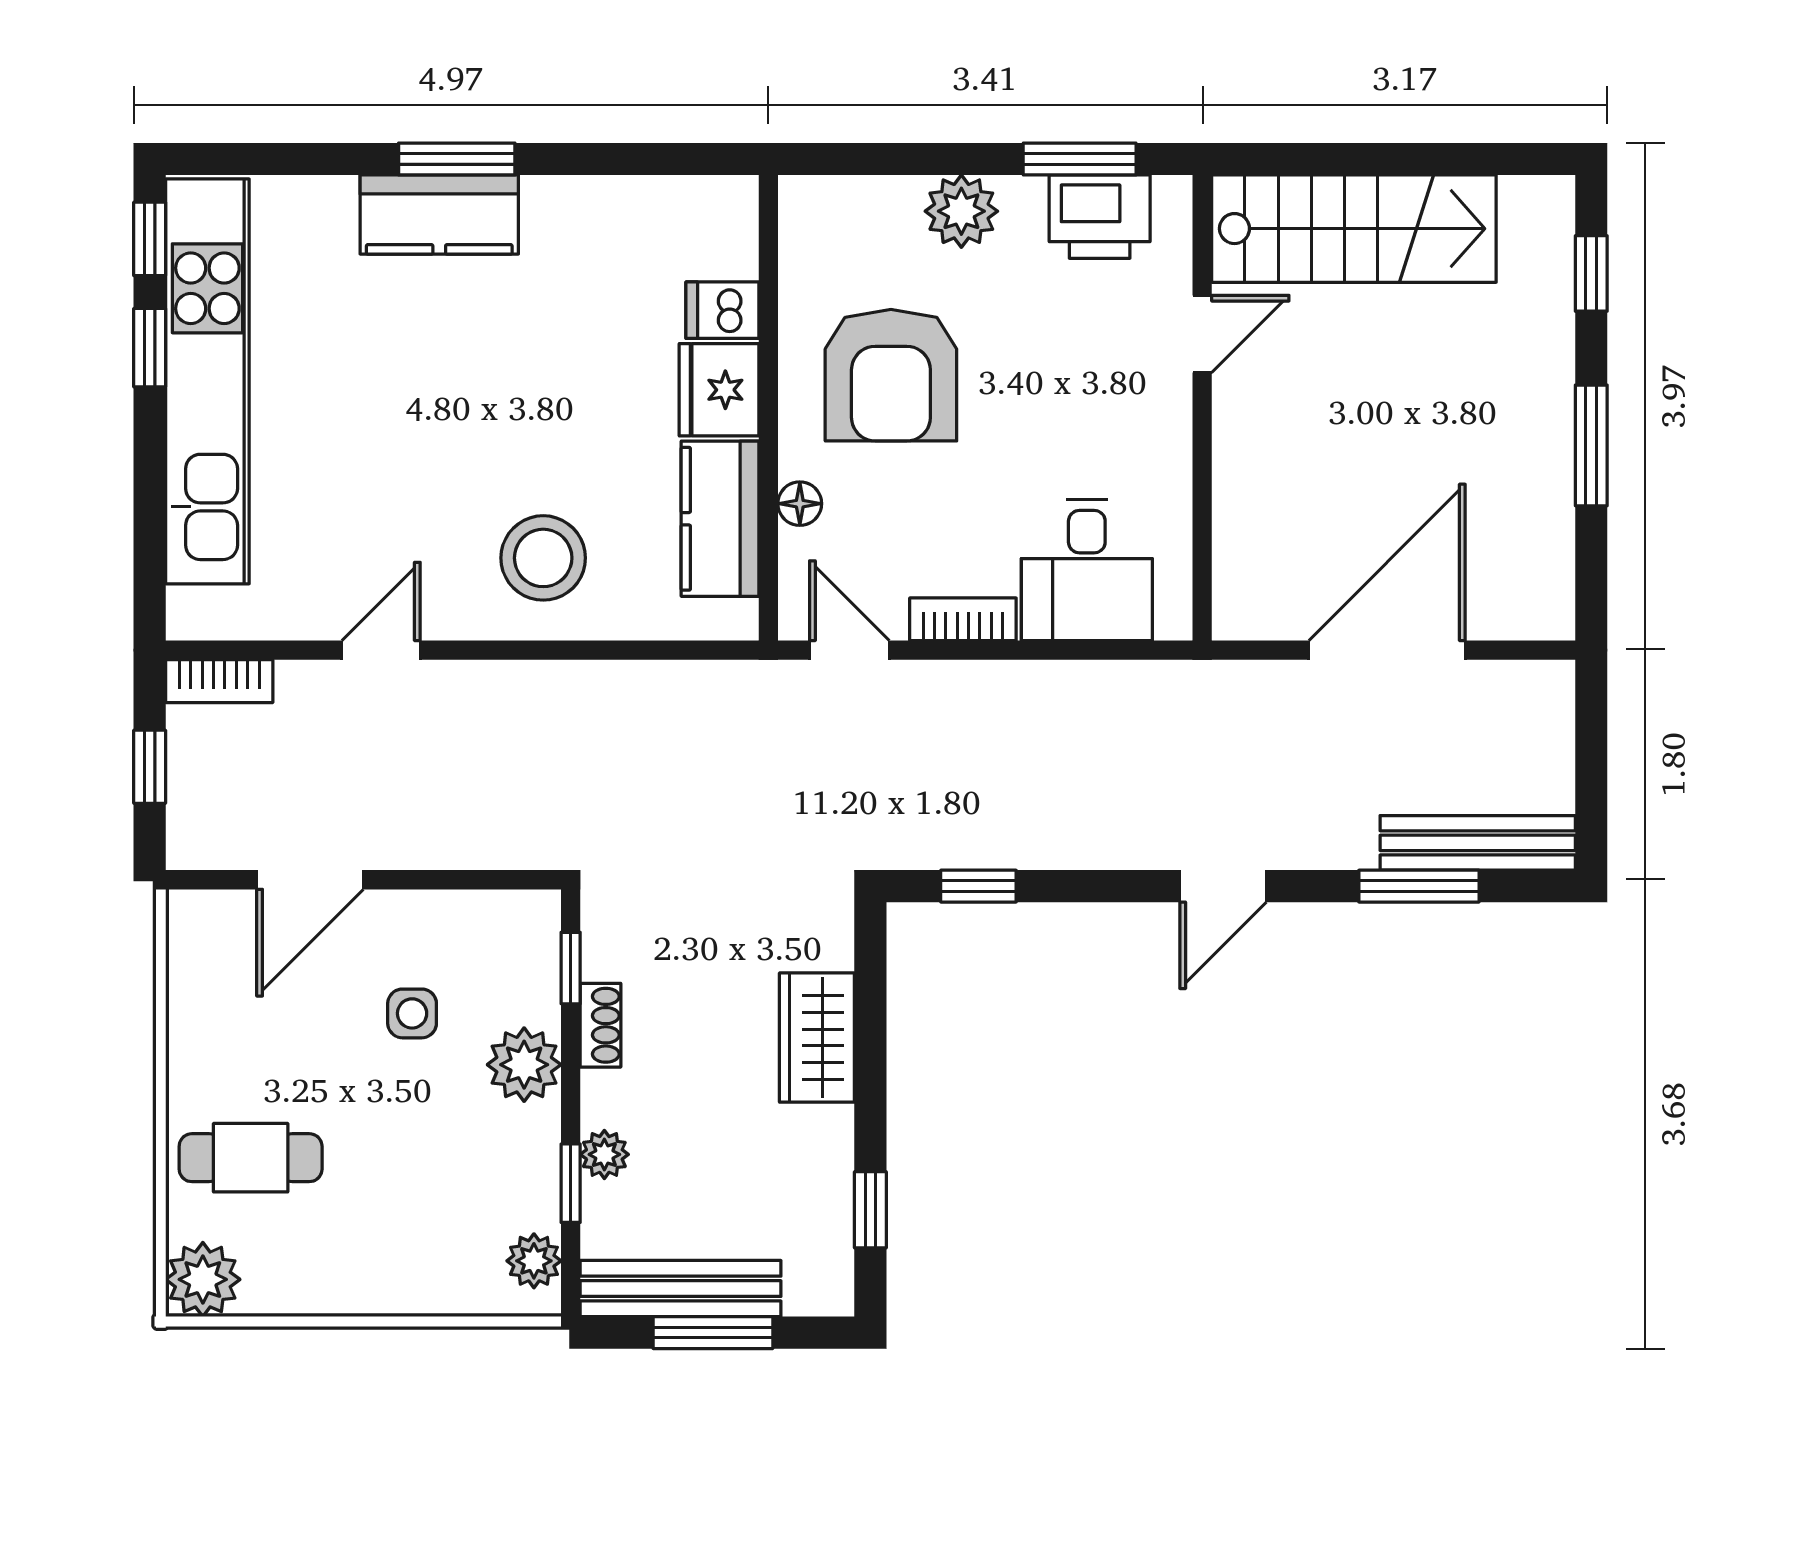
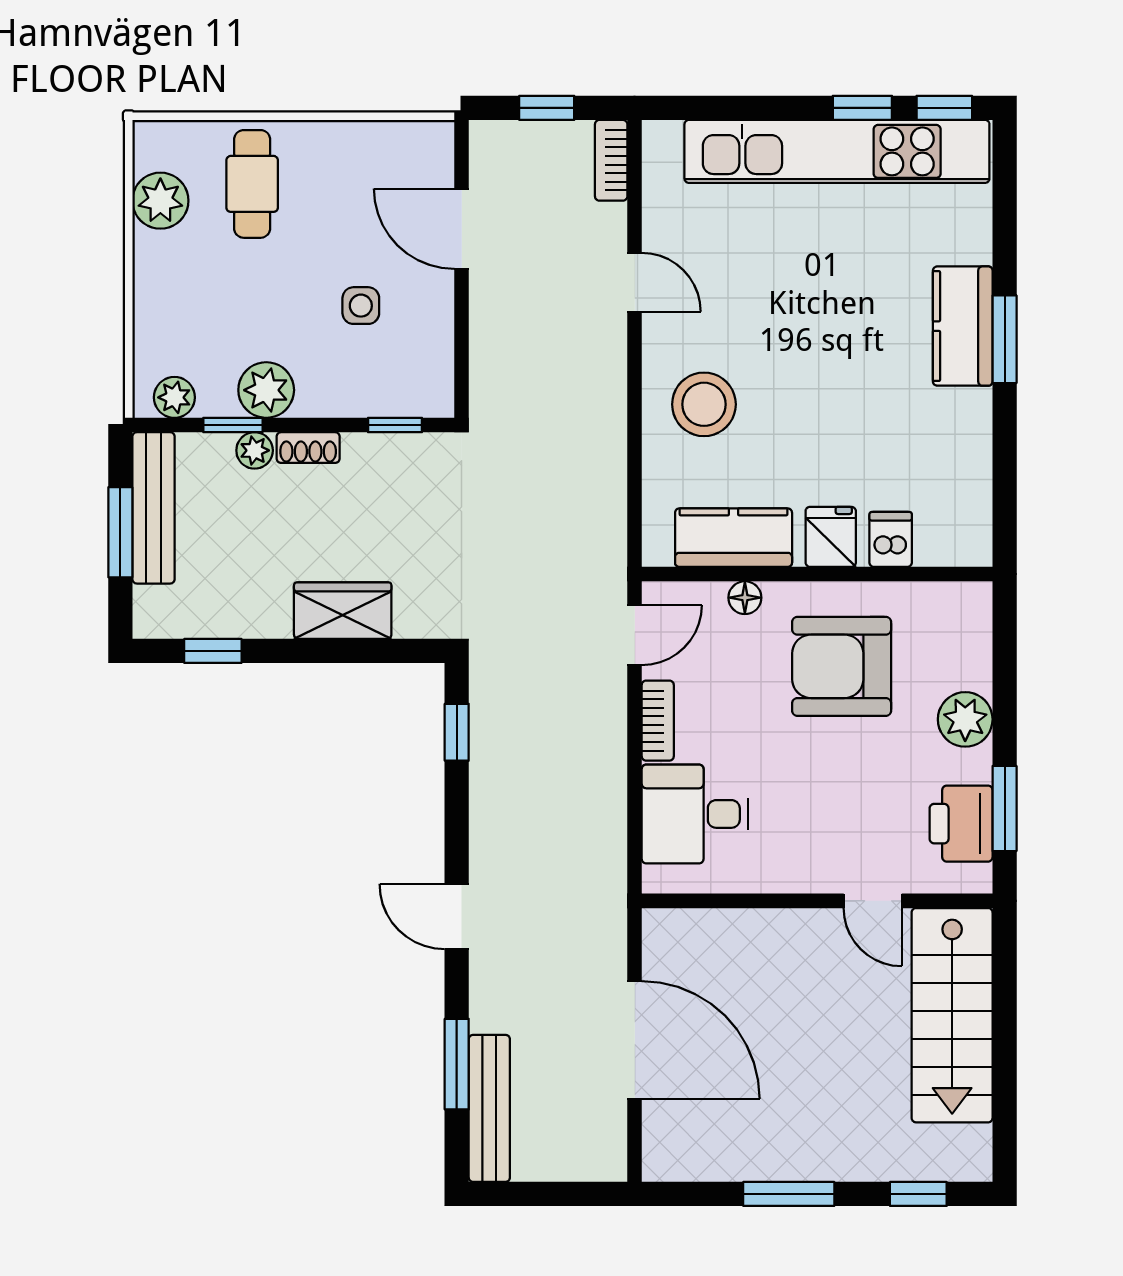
fridge: (719, 390) -> (831, 537), width x0.72
shoe rack: (601, 1025) -> (308, 448), moved
plant: (524, 1065) -> (266, 390), moved
plant: (203, 1279) -> (160, 201), moved

